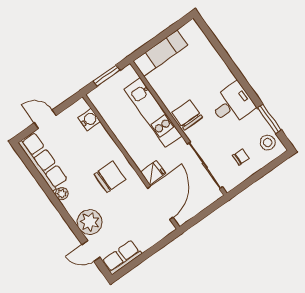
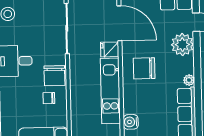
kitchen unit: (153, 113) -> (110, 91), moved, turned 180
chair: (241, 157) -> (49, 98), moved
door: (160, 203) -> (119, 23), swing flipped

